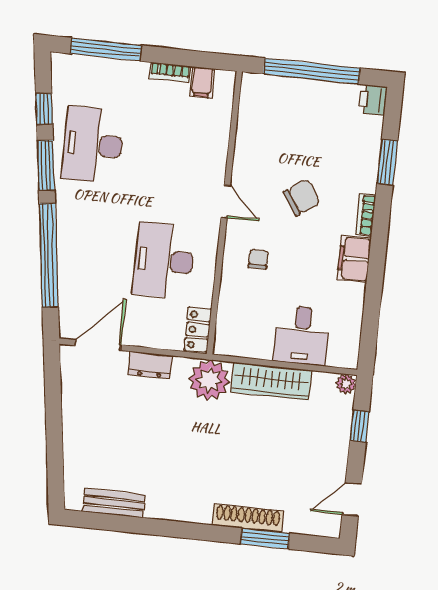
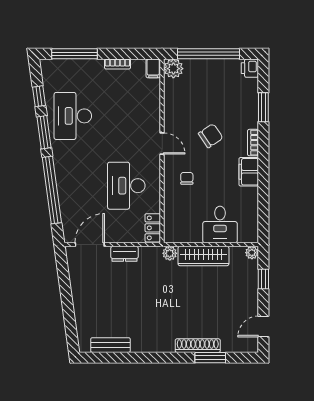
filing cabinet: (202, 82) -> (153, 68), moved
plant: (255, 88) -> (173, 69), added
plant: (209, 380) -> (170, 253), width x0.53, depth x0.53

